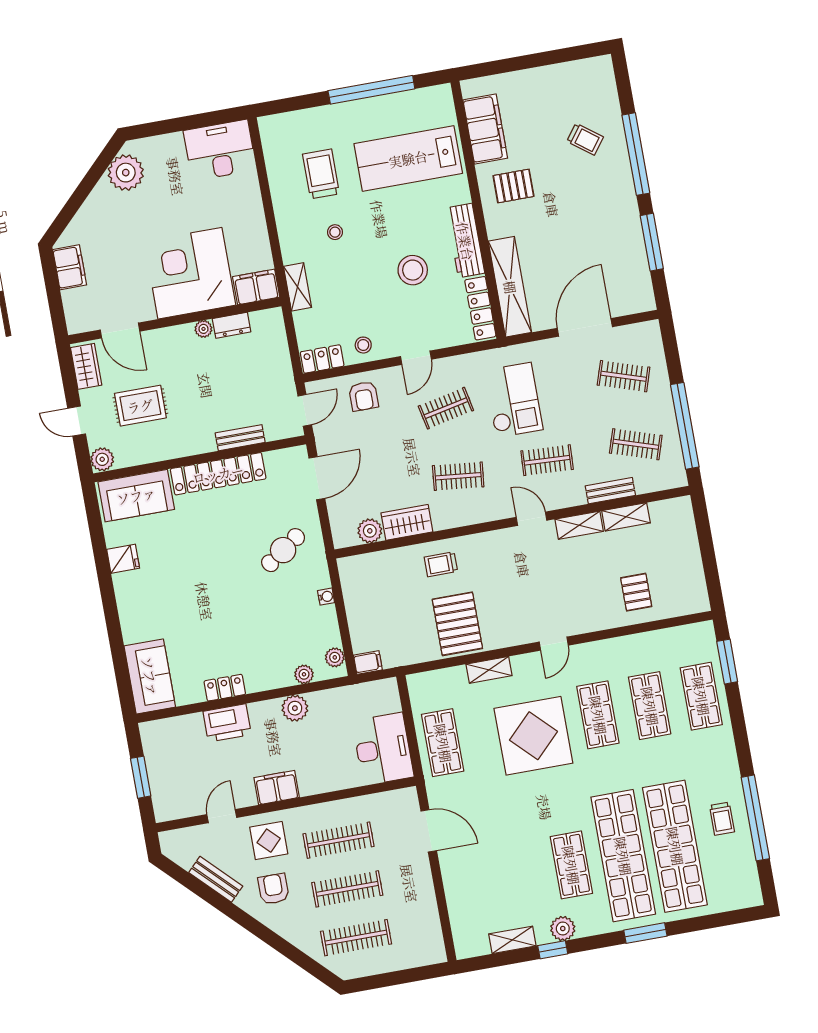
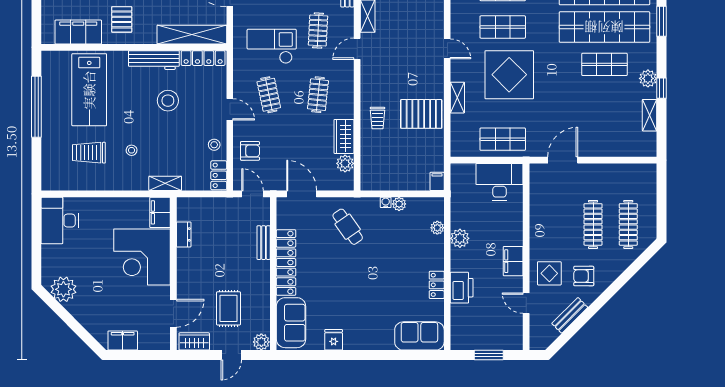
plant: (203, 329) -> (183, 255), removed
plant: (335, 657) -> (399, 204), moved
clothes rail: (338, 840) -> (558, 224), removed

